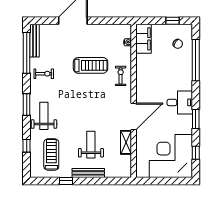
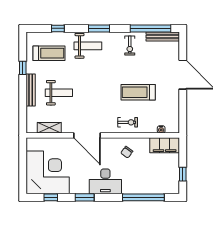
chair: (178, 44) -> (127, 152), moved
treadmill: (91, 65) -> (138, 92), turned 90
desk: (180, 102) -> (105, 181), width x1.37
shelving: (126, 142) -> (49, 128), moved

